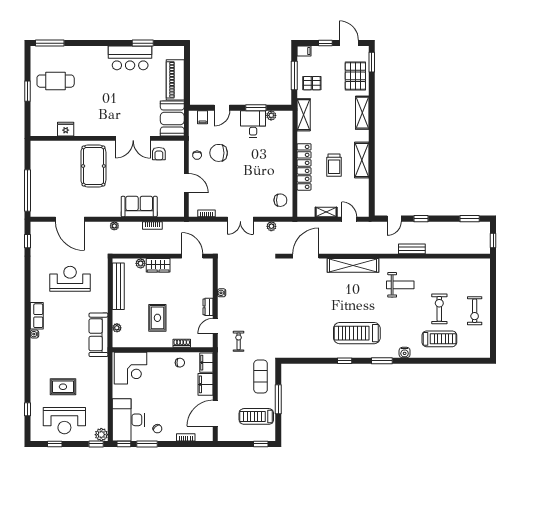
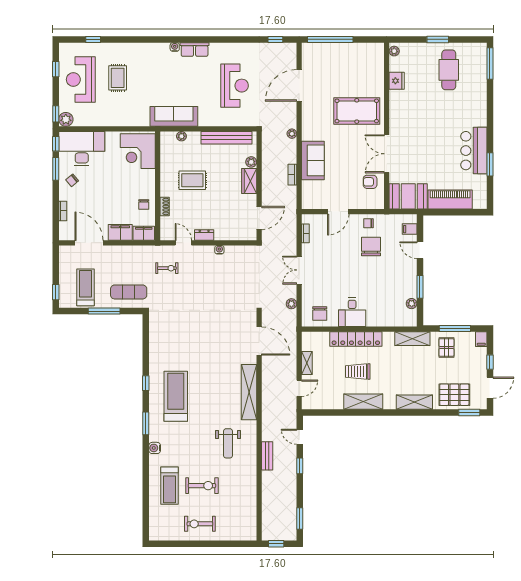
desk: (253, 124) -> (352, 312), moved, turned 90
plant: (38, 131) -> (394, 51), added

